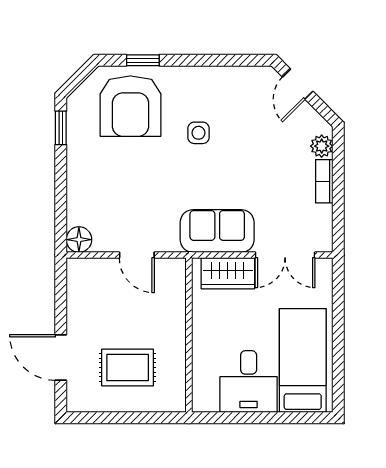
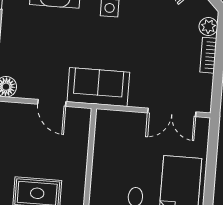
sofa: (217, 231) -> (98, 87), moved
wardrobe: (228, 273) -> (124, 123), removed

